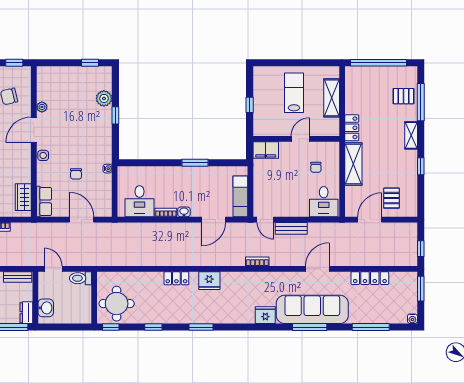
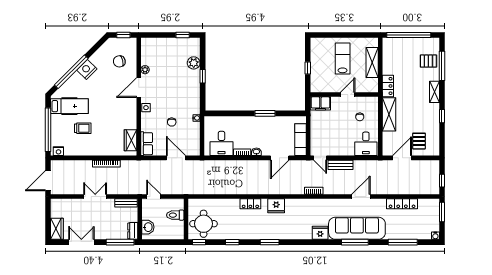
toilet: (80, 278) -> (175, 215), moved

